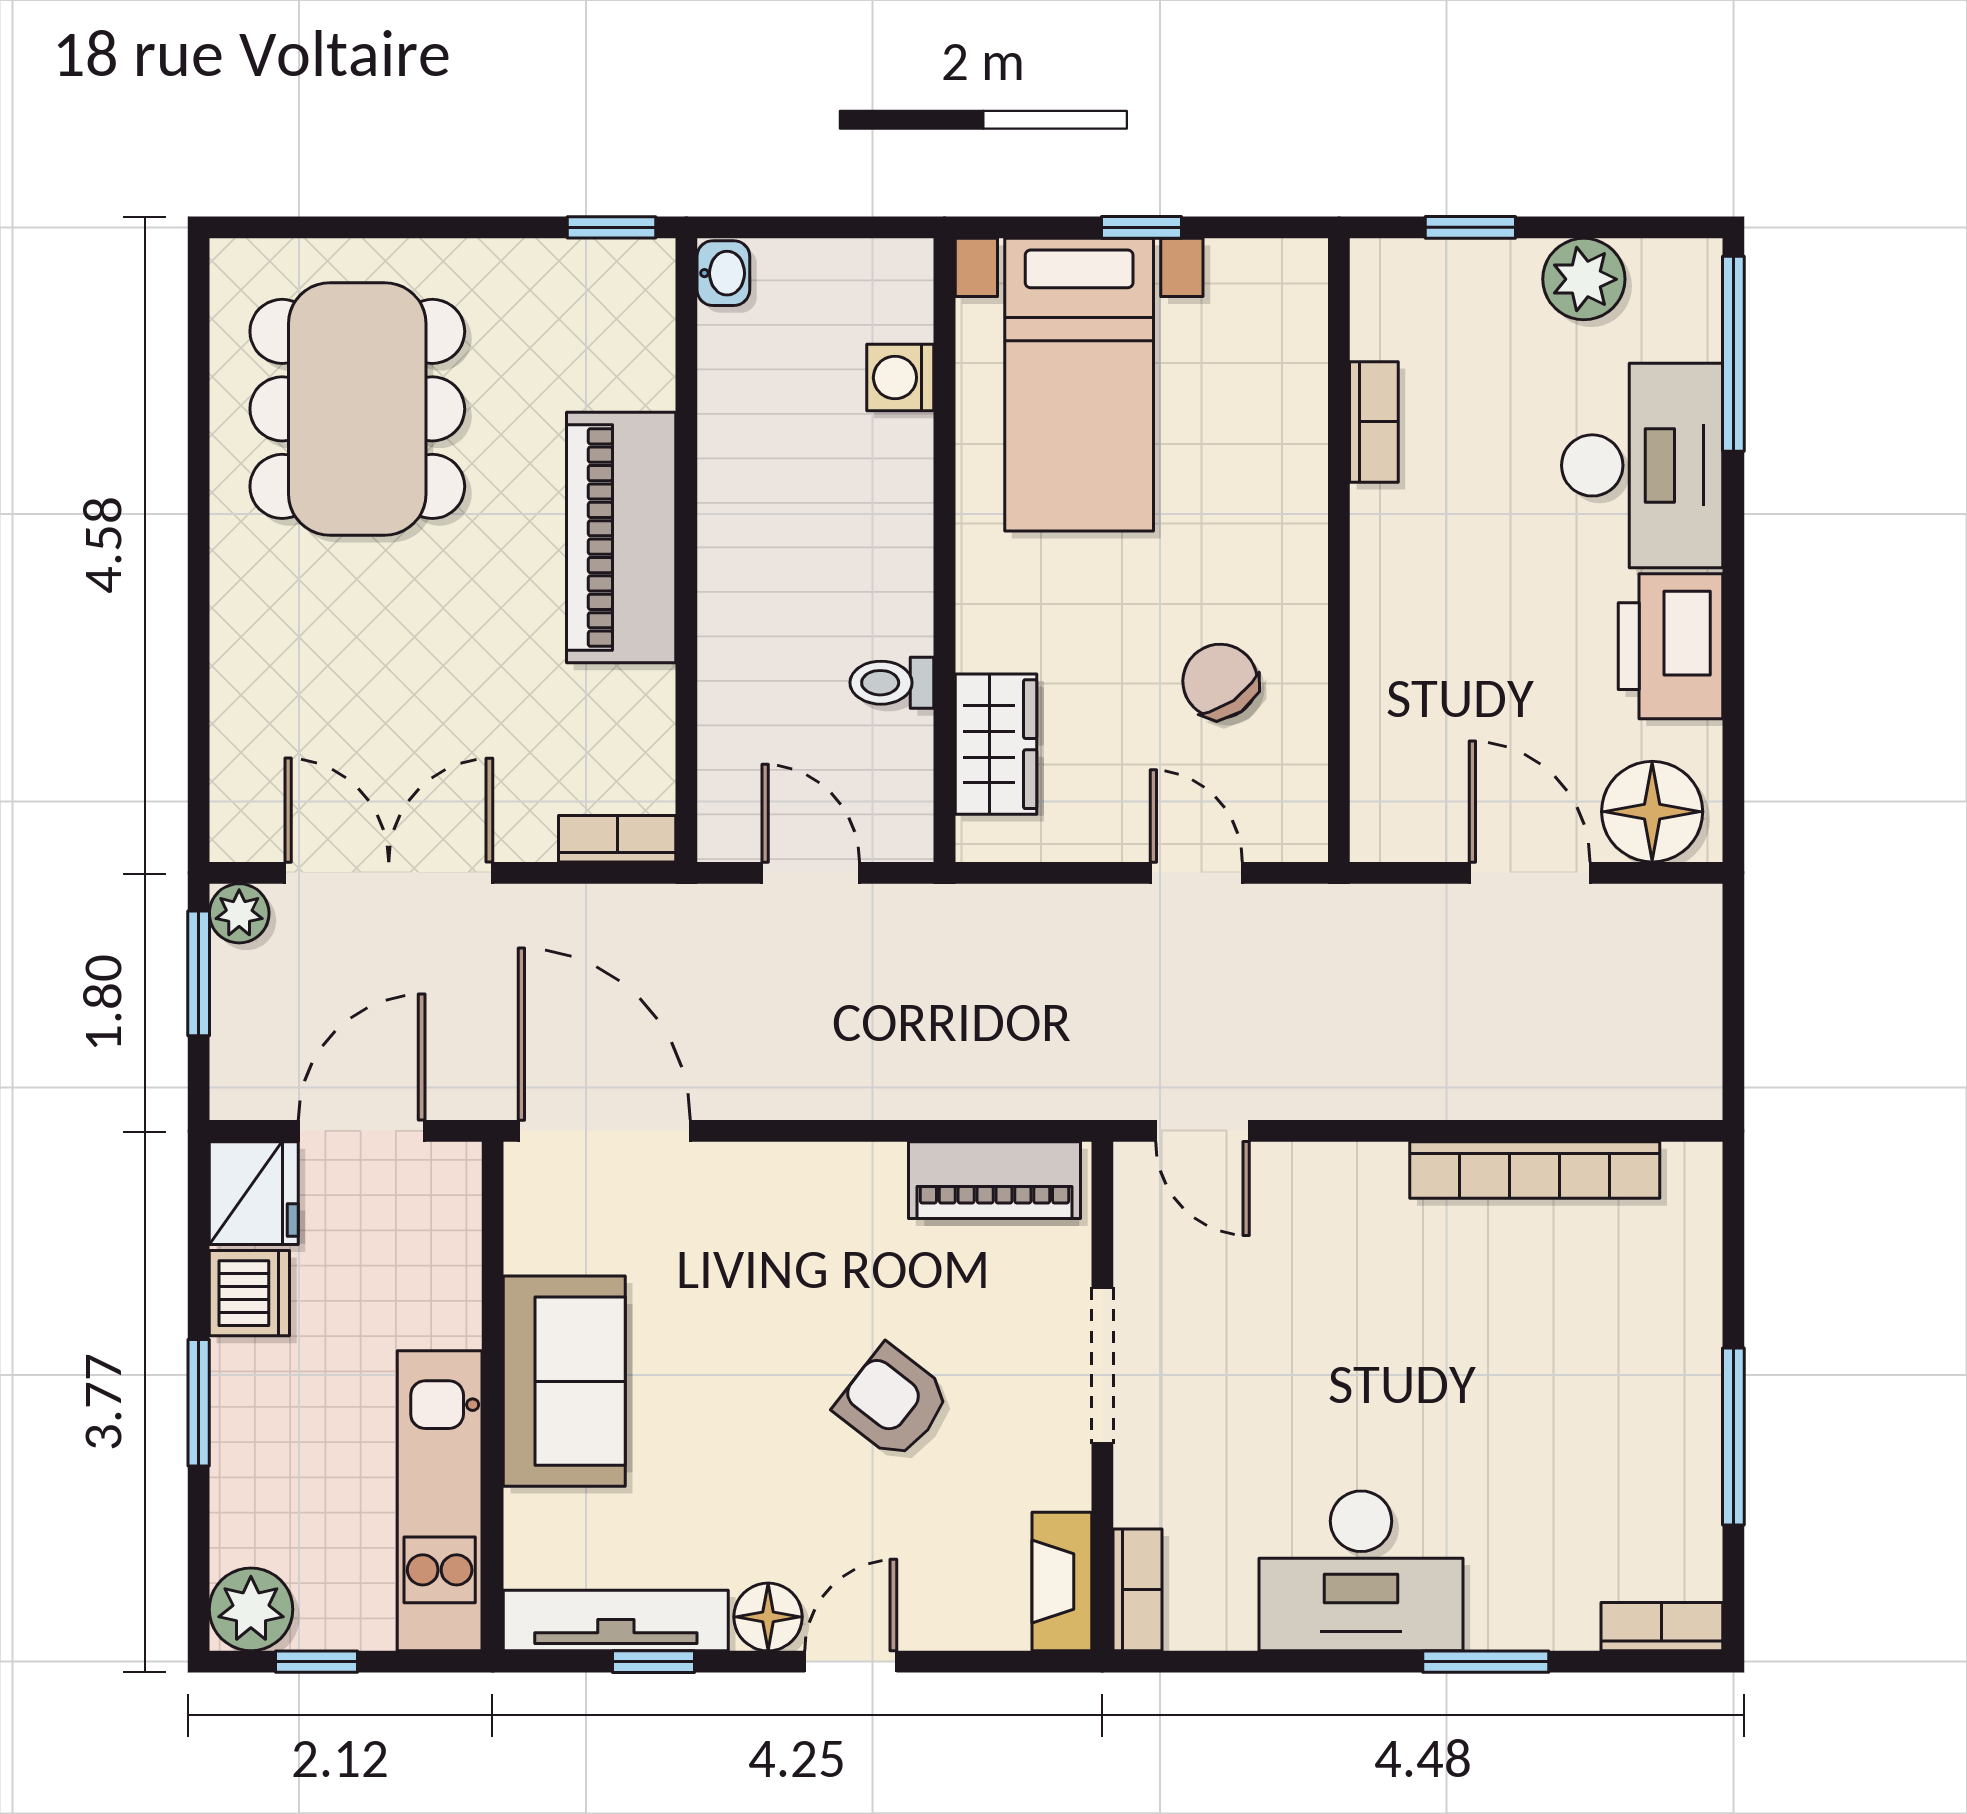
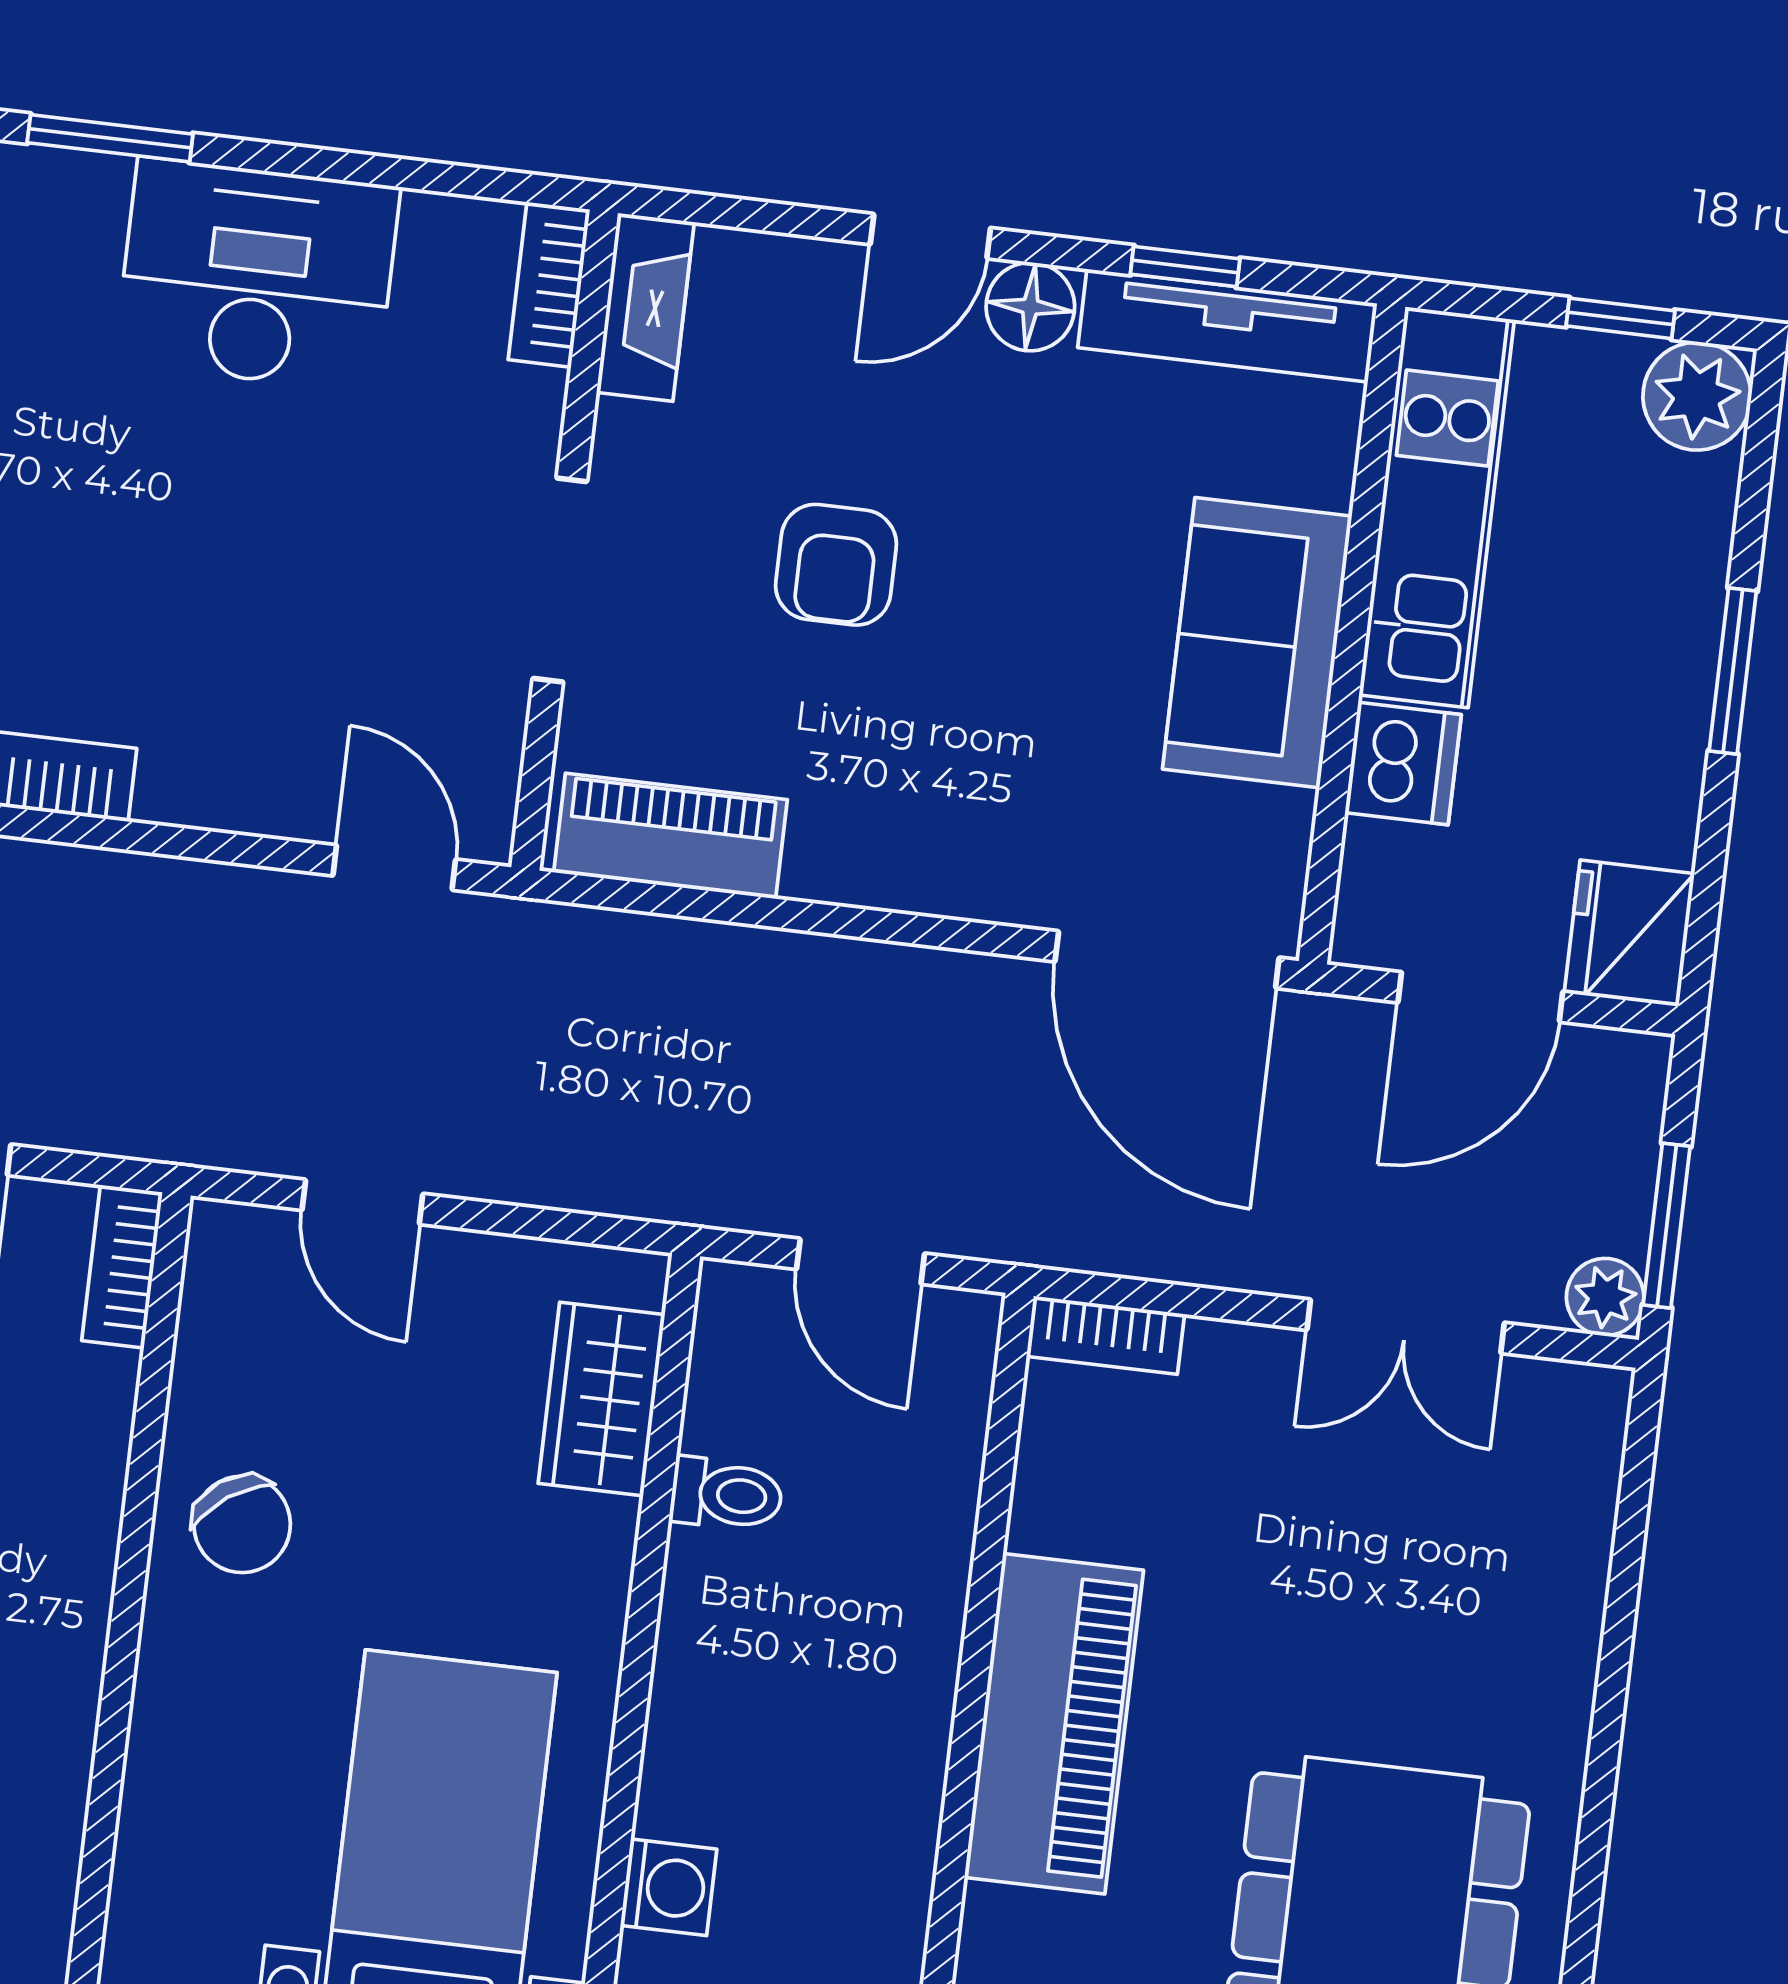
bookcase: (1374, 422) -> (122, 1266), moved
chair: (1220, 681) -> (242, 1524), moved
double door: (389, 873) -> (1406, 1326), width x0.73
dishwasher: (249, 1293) -> (1403, 764), moved, turned 180
armchair: (893, 1402) -> (836, 565), turned 52

